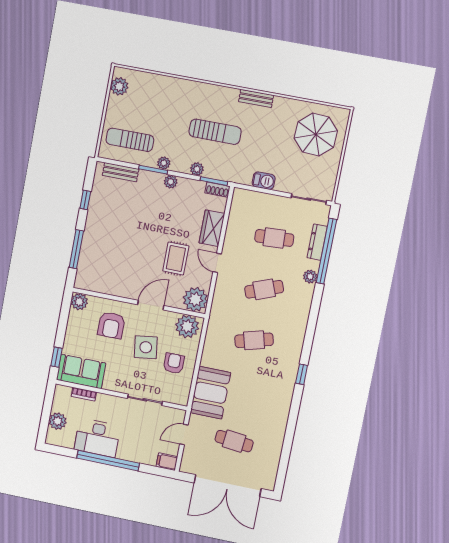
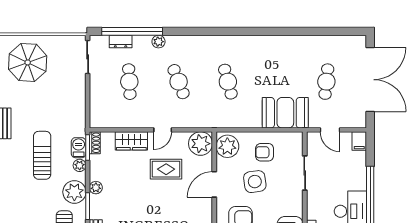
plant: (164, 163) -> (74, 192), width x1.88, depth x1.88
barbecue: (264, 181) -> (79, 148), moved
dresser: (317, 242) -> (121, 42), width x0.70
door: (151, 305) -> (214, 184), hinge flipped
window: (302, 374) -> (251, 31), removed

